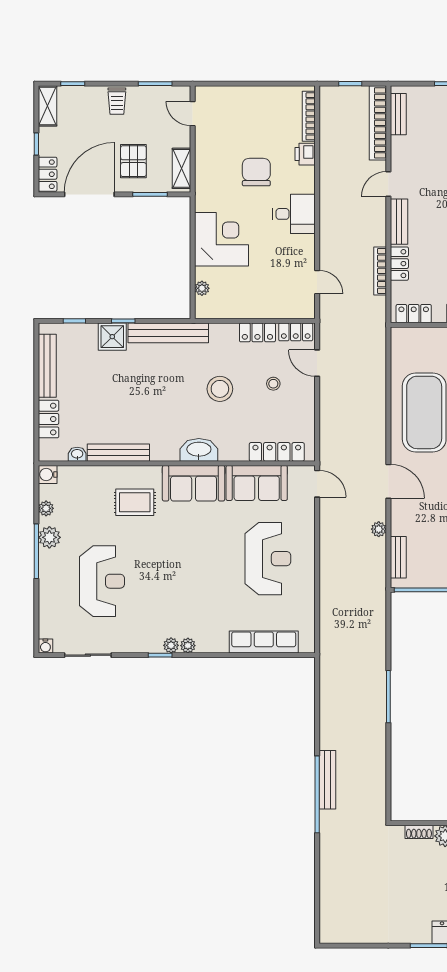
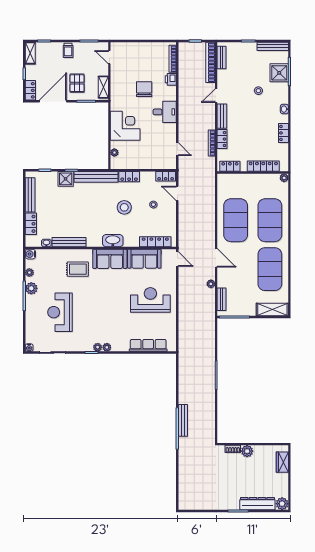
locker: (257, 332) -> (129, 177), moved
reception desk: (268, 559) -> (150, 300), turned -90
reception desk: (102, 581) -> (60, 312), turned 180

